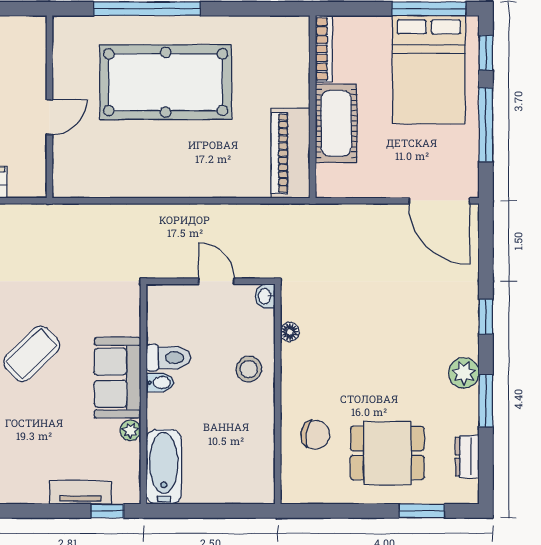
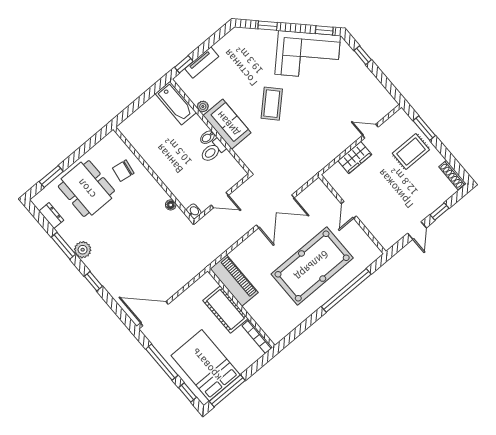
double door: (153, 201) -> (275, 211), added
stool: (249, 369) -> (175, 175), removed
dining table: (387, 453) -> (86, 189), width x1.38

